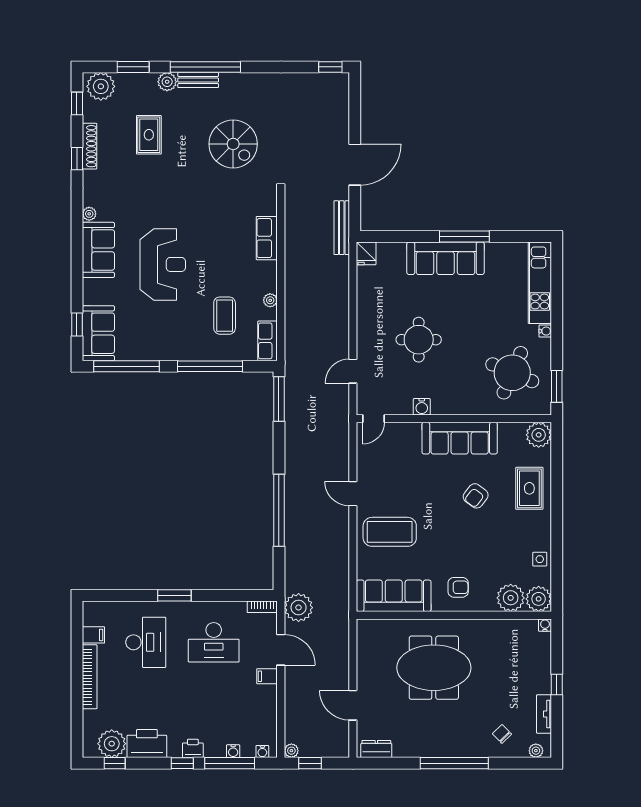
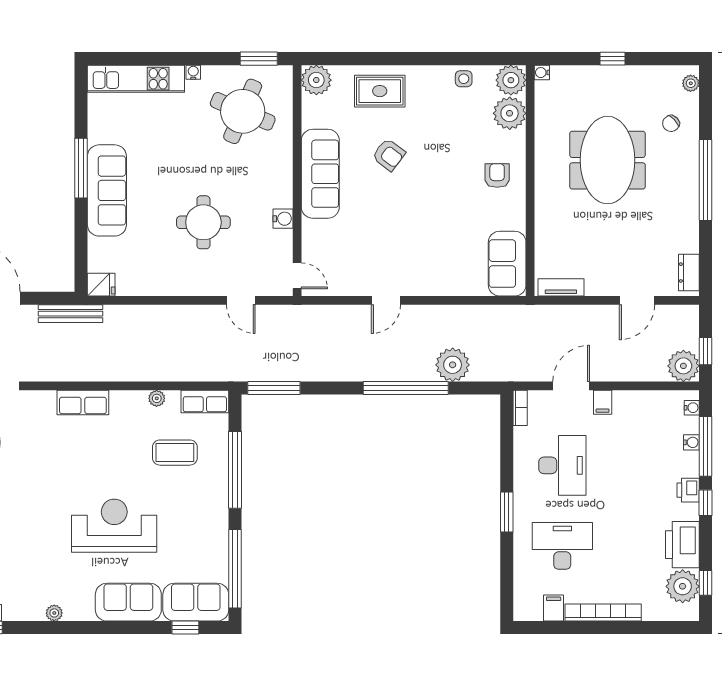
sofa: (98, 250) -> (128, 602), moved
coffee table: (390, 532) -> (431, 257), removed
sofa: (394, 596) -> (507, 264), width x0.73
plant: (299, 608) -> (453, 365), moved
meeting table: (434, 668) -> (608, 160), moved
tv unit: (544, 714) -> (561, 287), moved, turned 180
plant: (291, 751) -> (683, 366), width x1.88, depth x1.88

